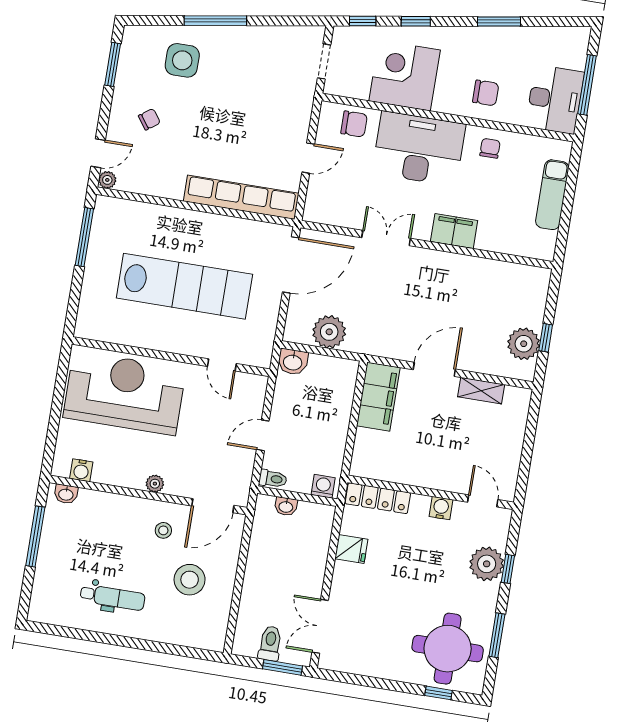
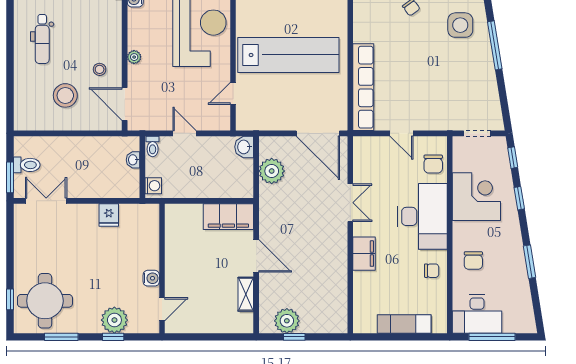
lab bench: (184, 286) -> (288, 55), turned -90
locker: (378, 498) -> (151, 229), removed

